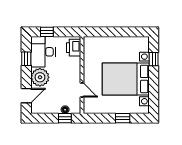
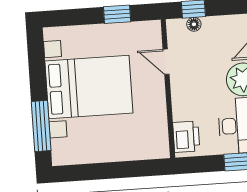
window: (154, 59) -> (41, 126), width x2.17
window: (123, 118) -> (117, 14), moved

